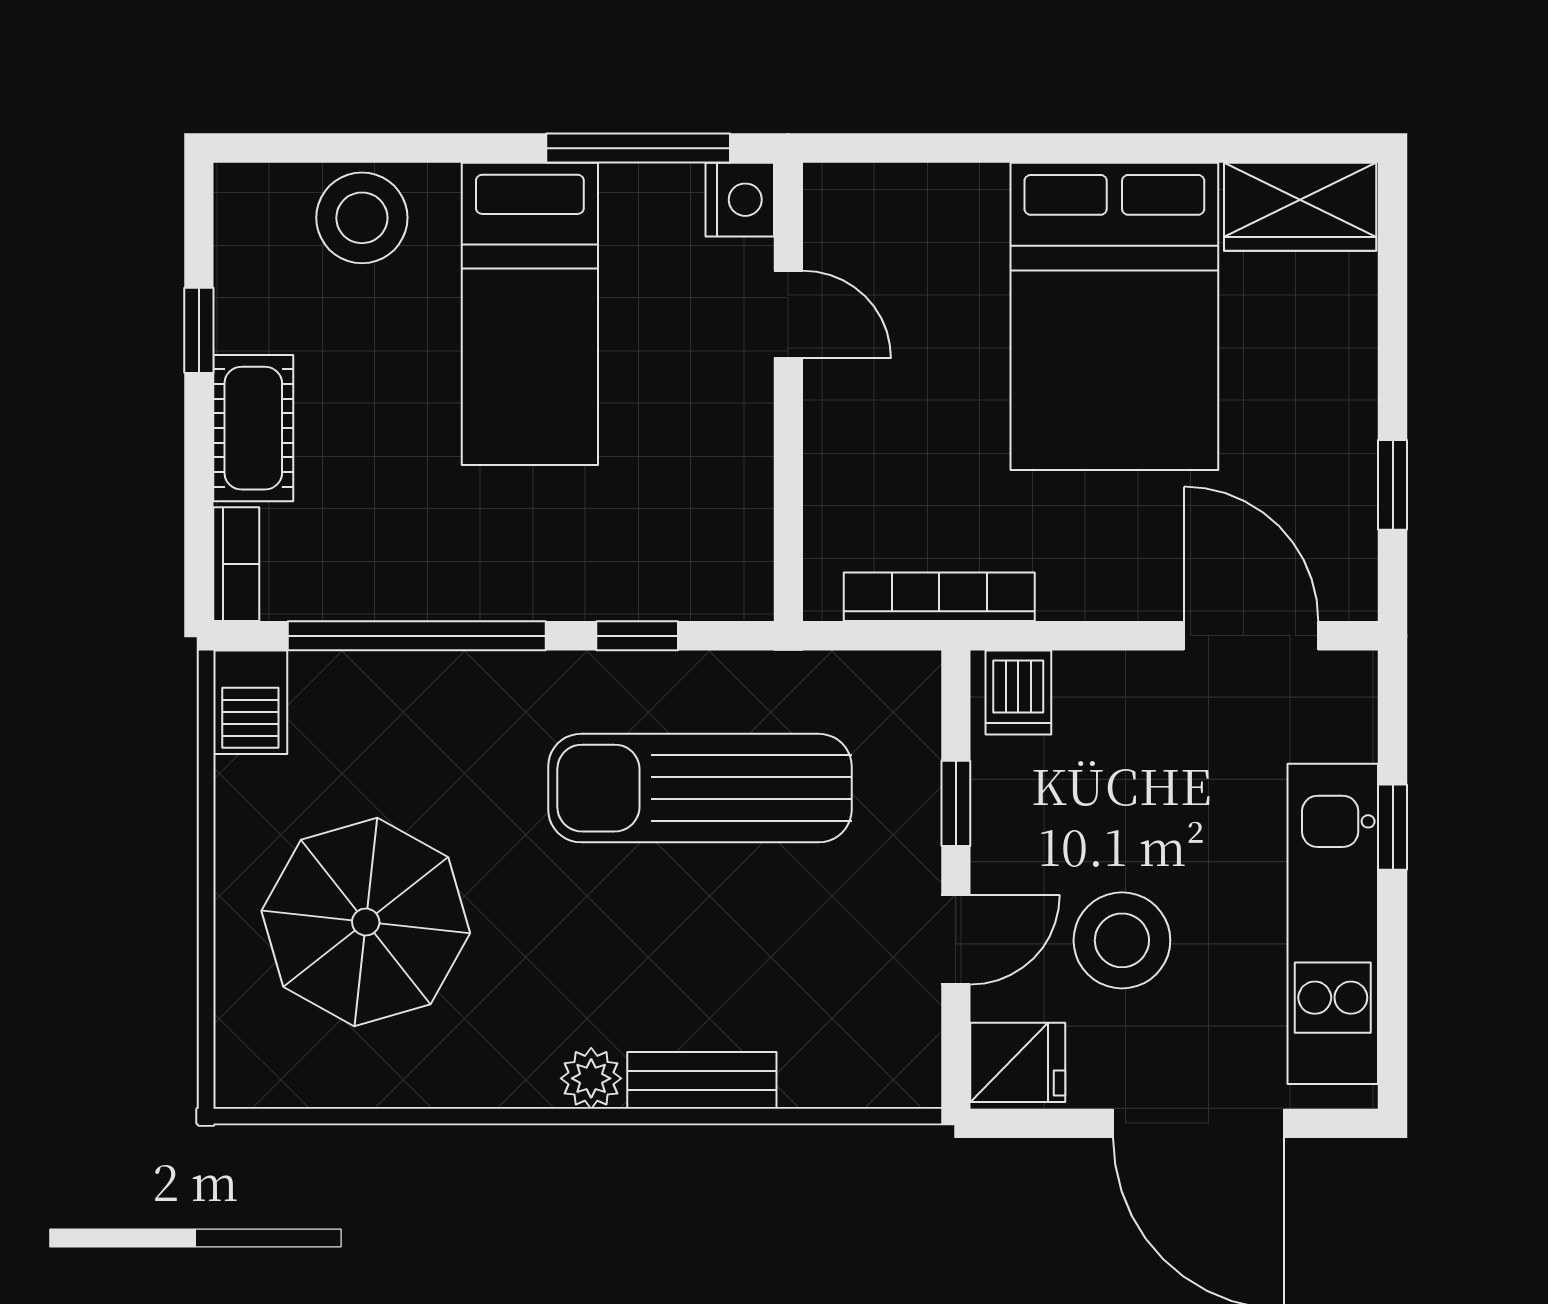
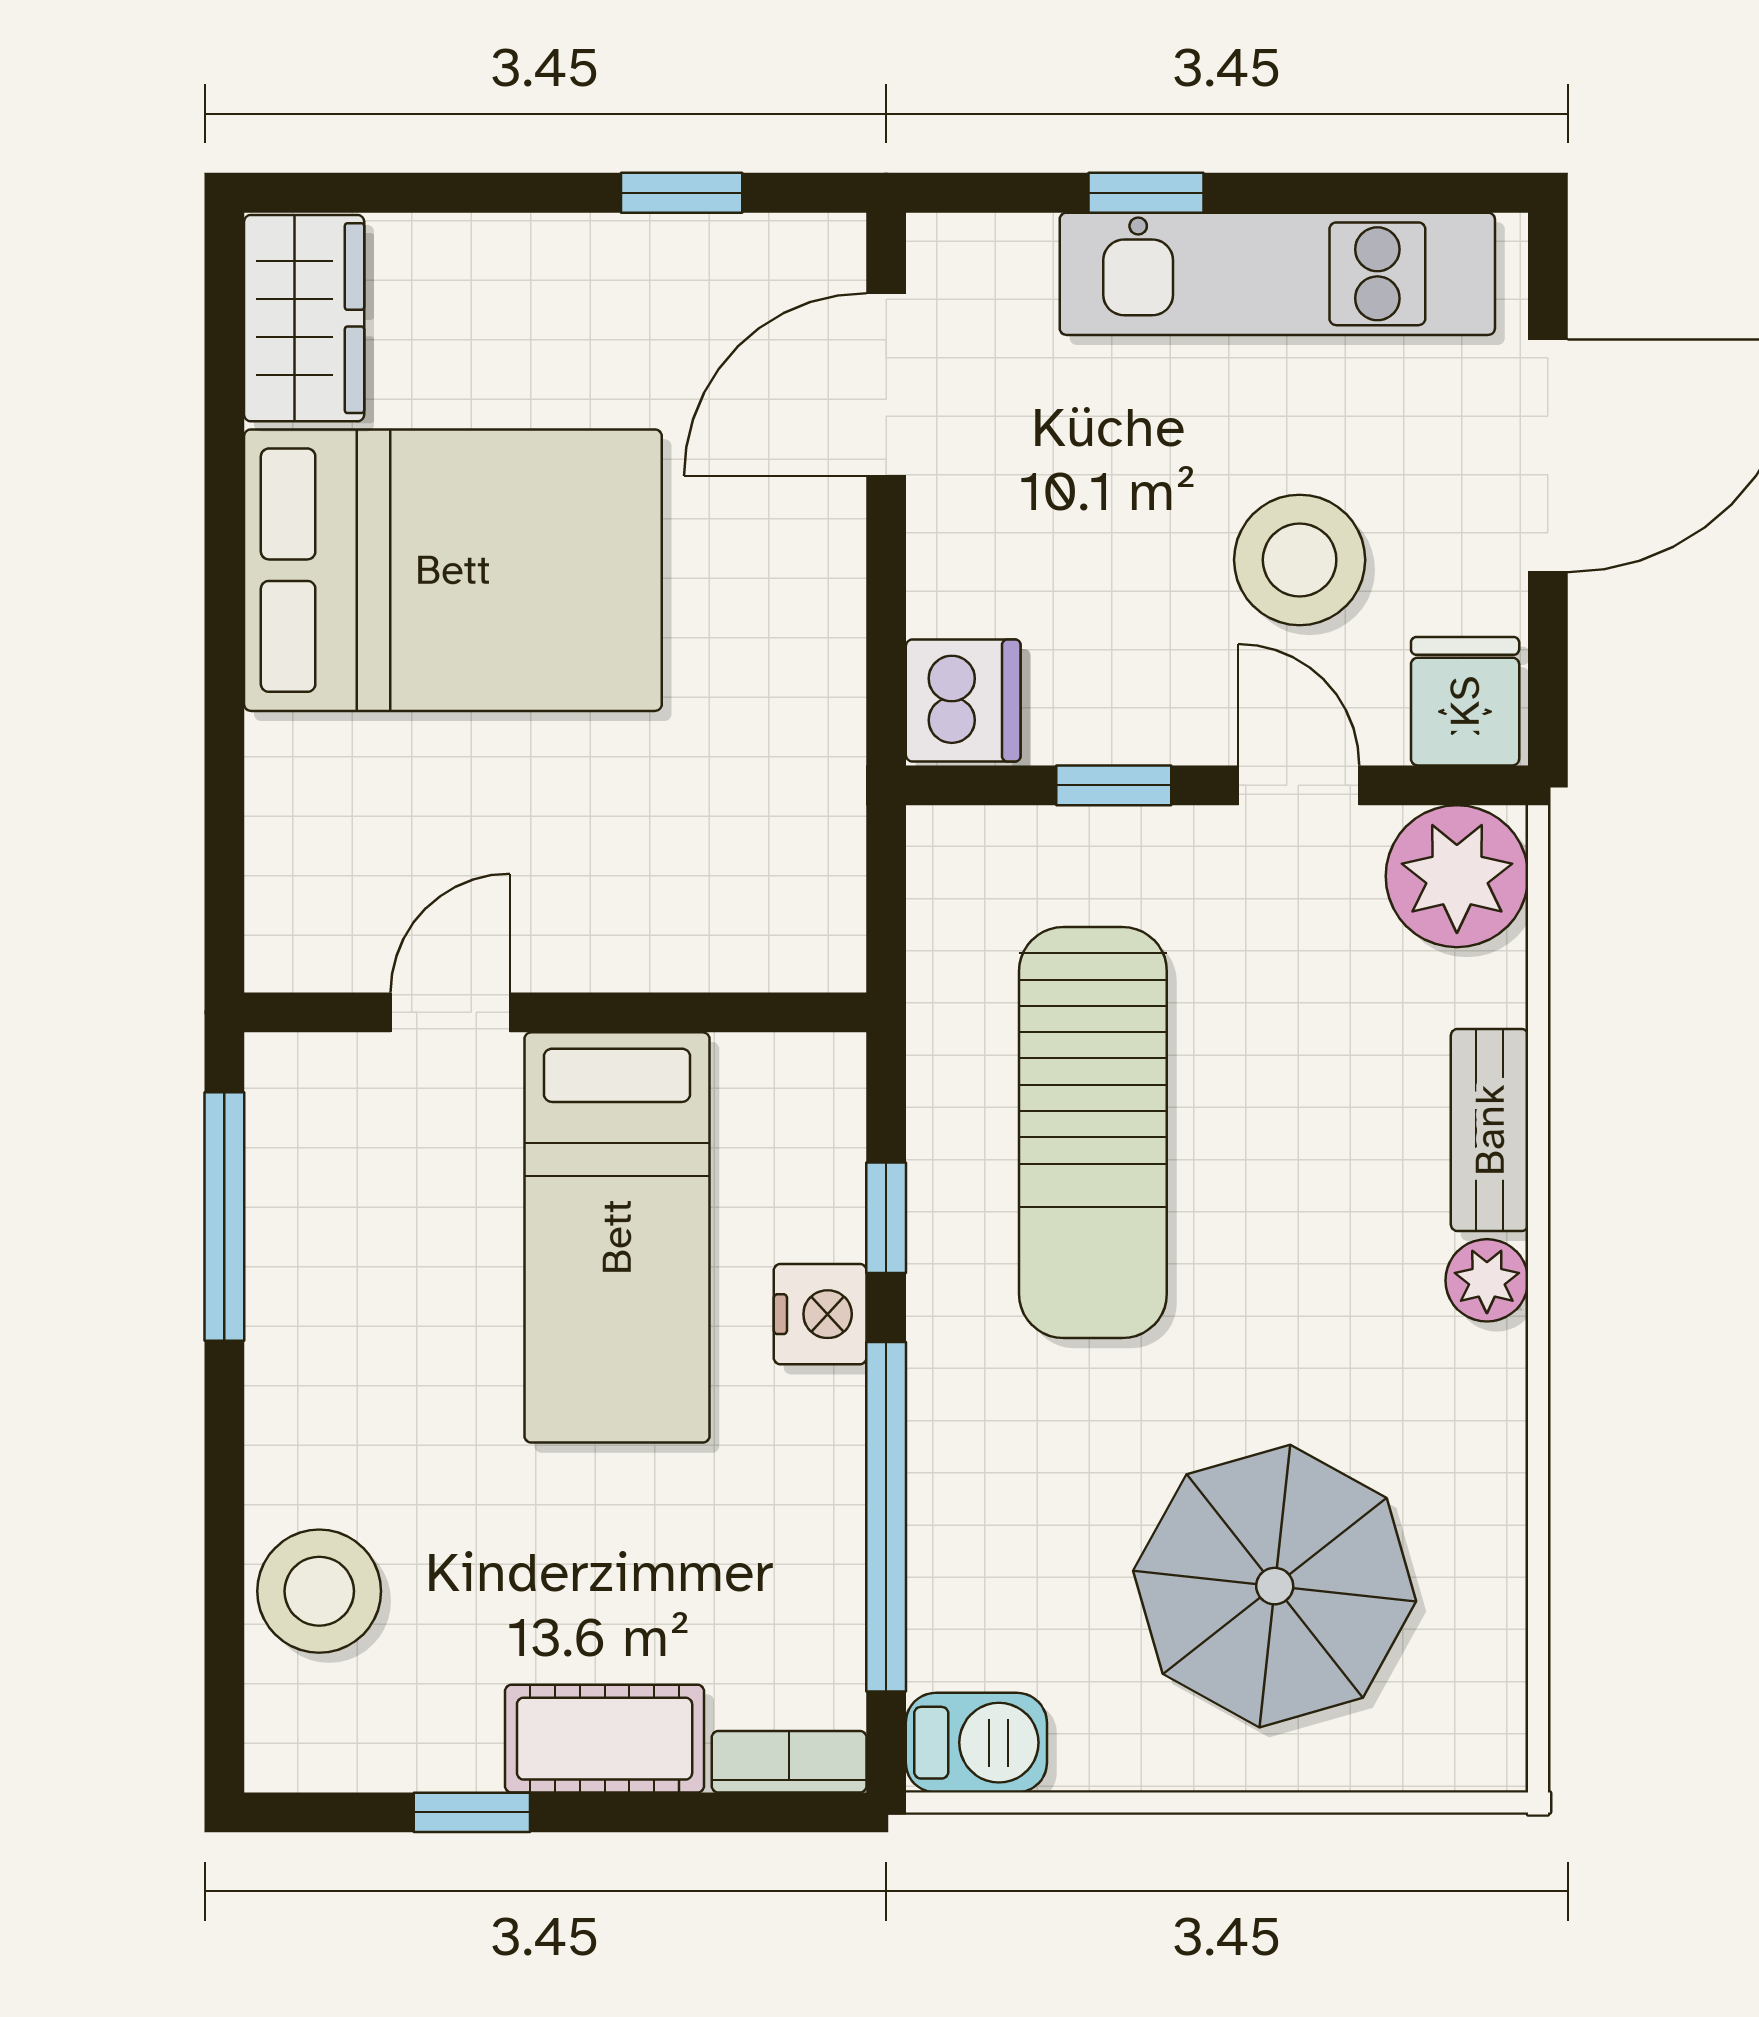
nightstand: (740, 200) -> (820, 1314), moved, turned 90
bed: (530, 314) -> (617, 1237), moved, turned 90
bookcase: (939, 597) -> (833, 808), removed
dishwasher: (1018, 692) -> (963, 701), width x1.38
plant: (889, 1056) -> (1457, 876), added

